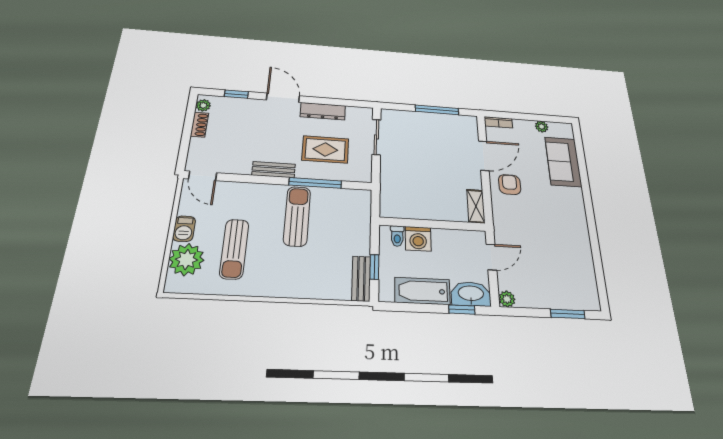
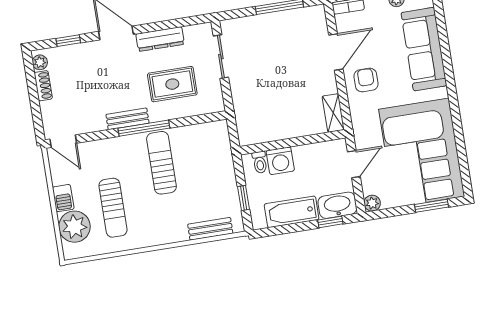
sofa: (563, 162) -> (424, 49), width x1.36
window: (315, 183) -> (144, 128), moved
corner sofa: (559, 260) -> (422, 153), added
bench: (361, 278) -> (210, 229), moved, turned 90

